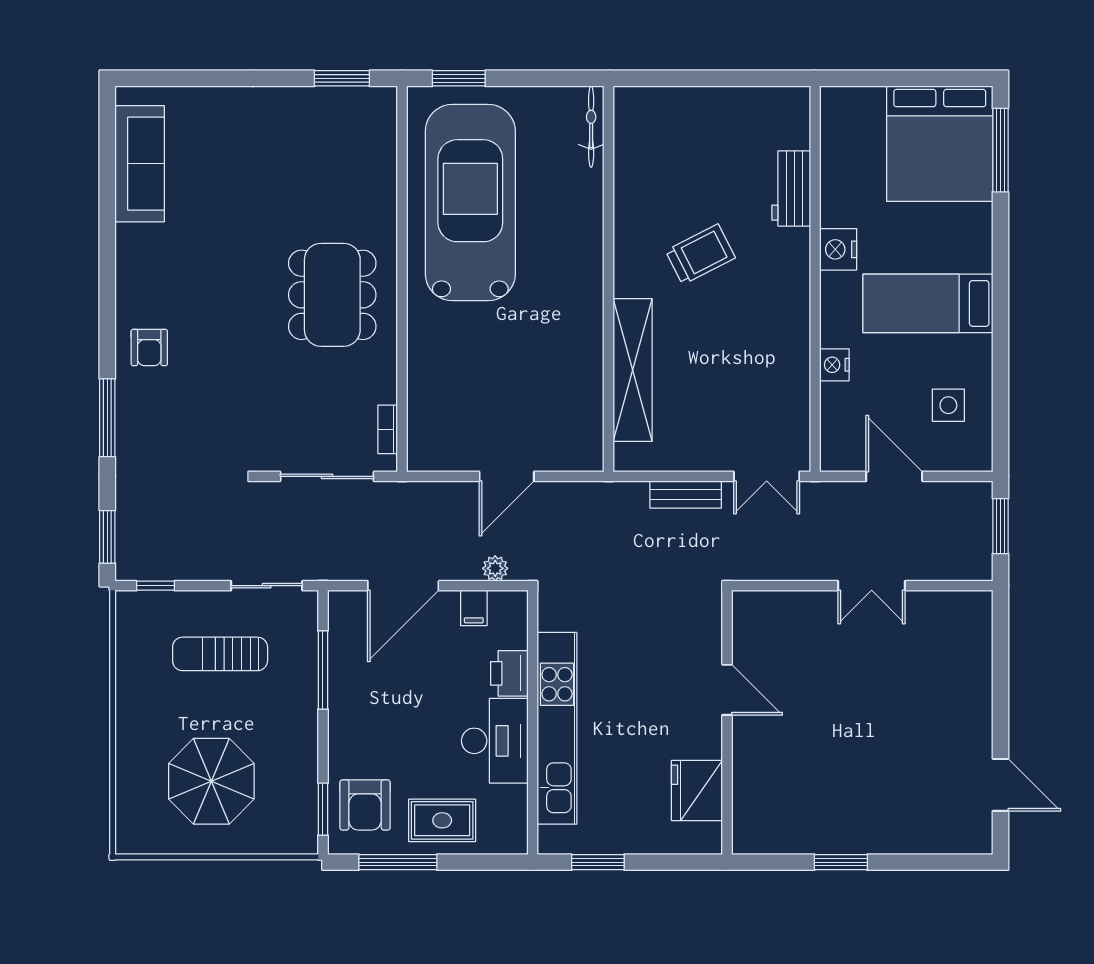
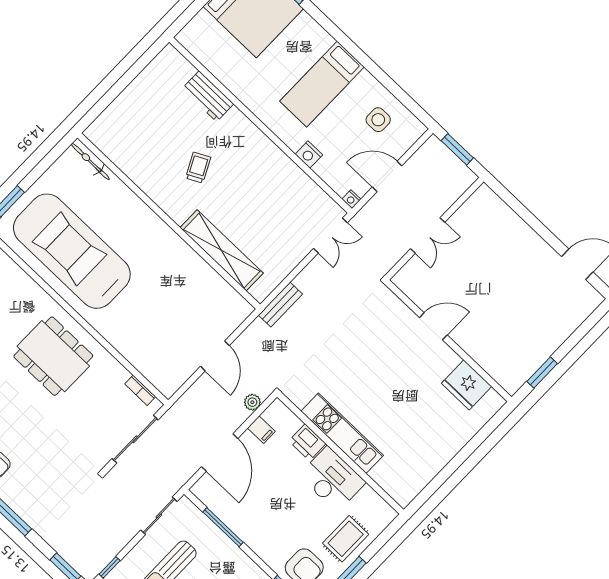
nightstand: (838, 249) -> (351, 199), moved, width x0.53, depth x0.56
trolley: (700, 254) -> (198, 168), width x0.73, depth x0.72
bench: (686, 495) -> (280, 305), moved
door: (727, 690) -> (433, 326), moved
wall: (727, 722) -> (448, 341), moved
kitchen unit: (557, 728) -> (342, 433), width x0.73
fridge: (697, 790) -> (467, 385), moved
window: (598, 862) -> (434, 485), removed

